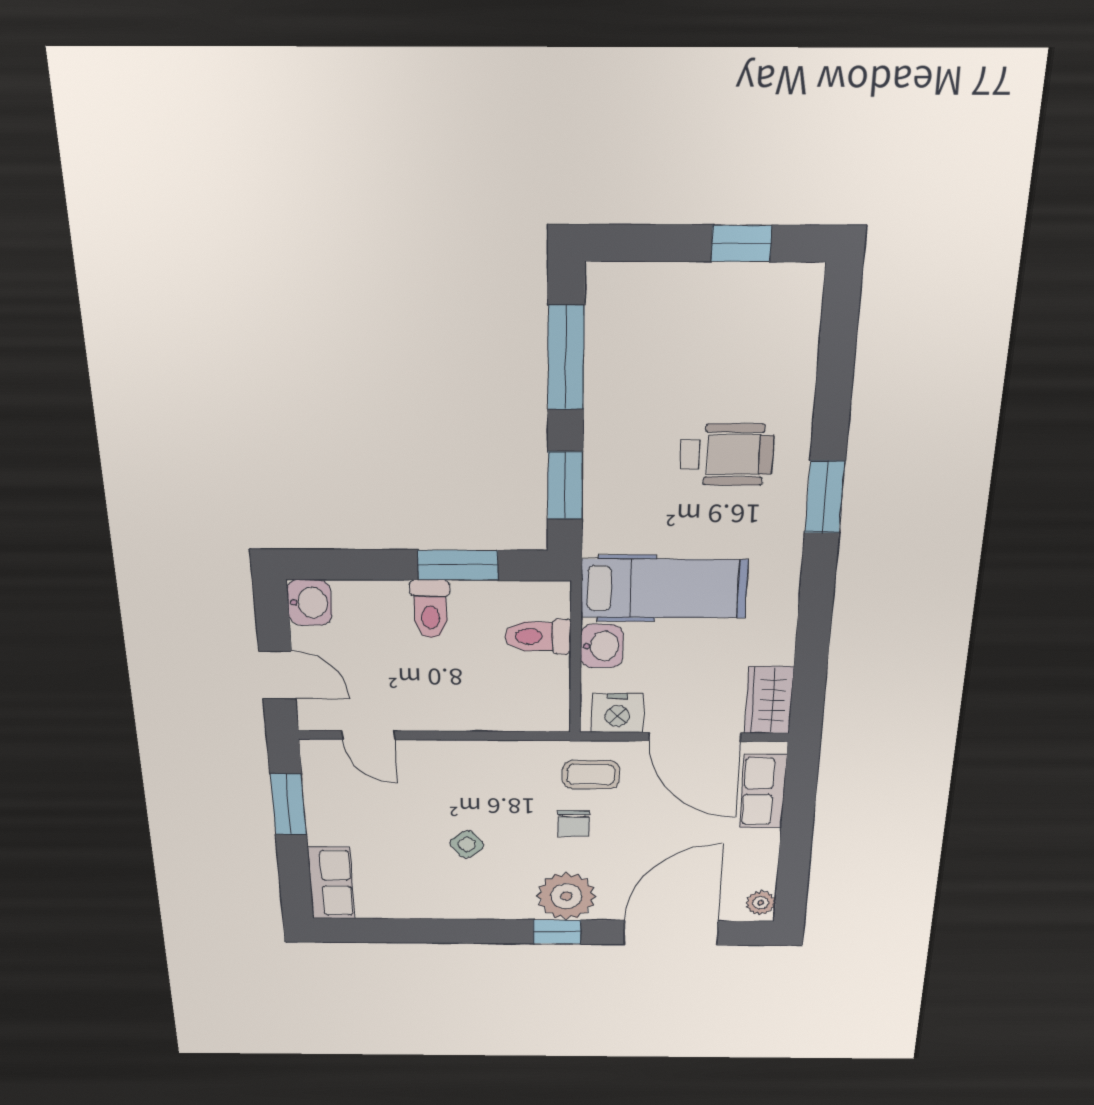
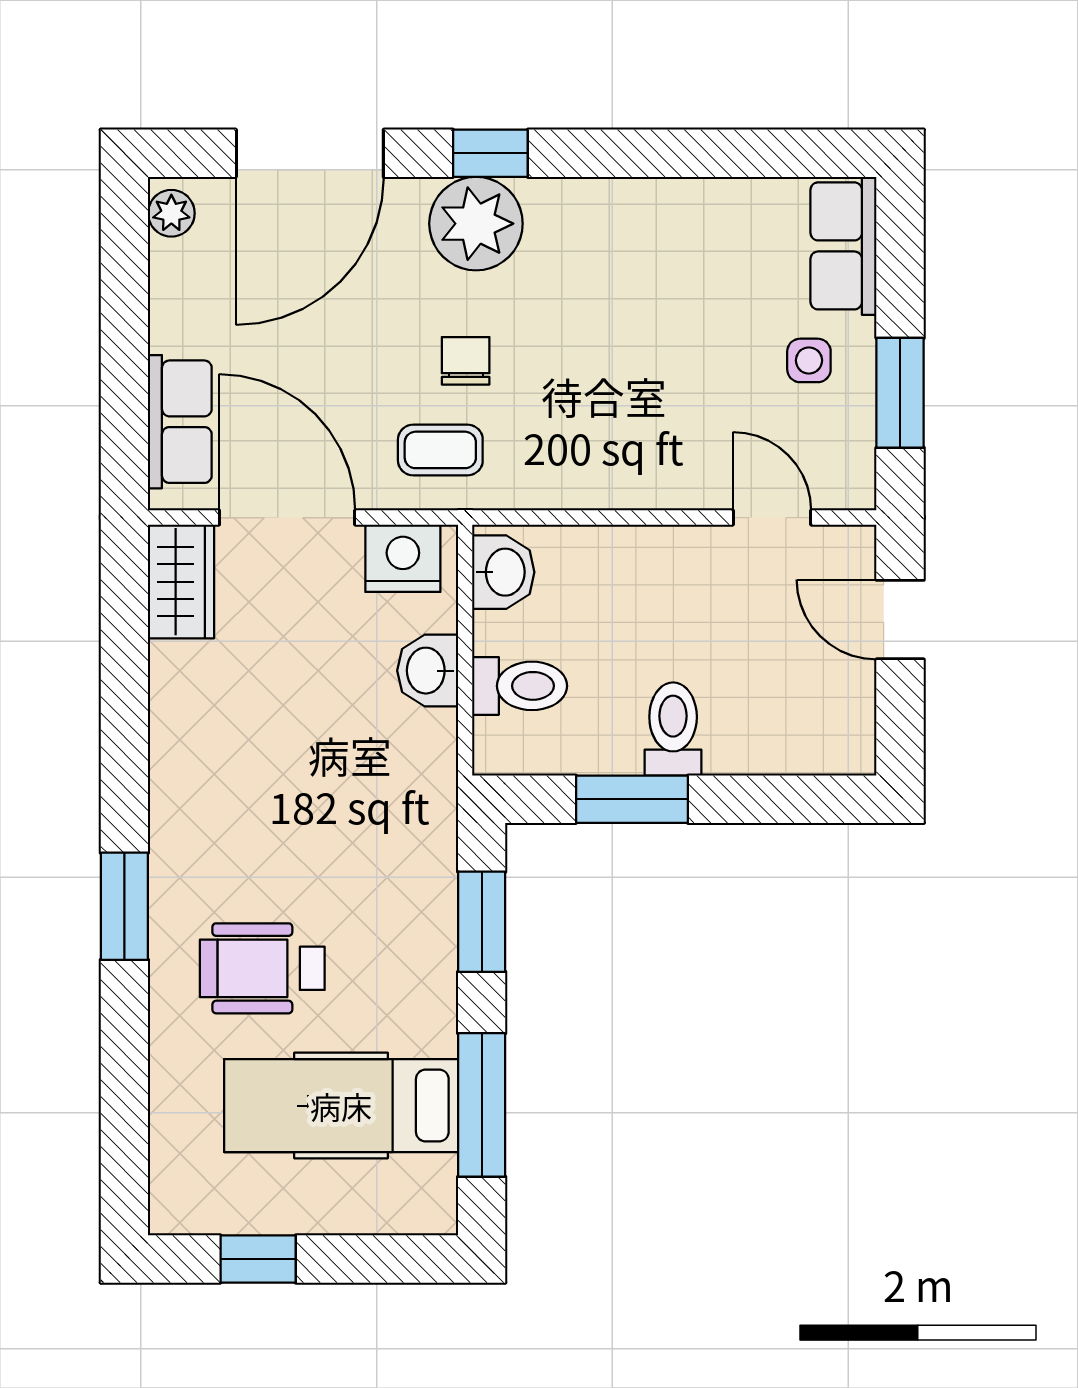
hospital bed: (664, 589) -> (341, 1106), moved
washbasin: (309, 602) -> (503, 572), moved, turned 180
side table: (467, 844) -> (809, 360), moved, turned 37

